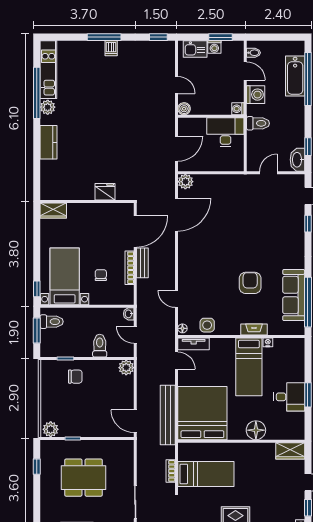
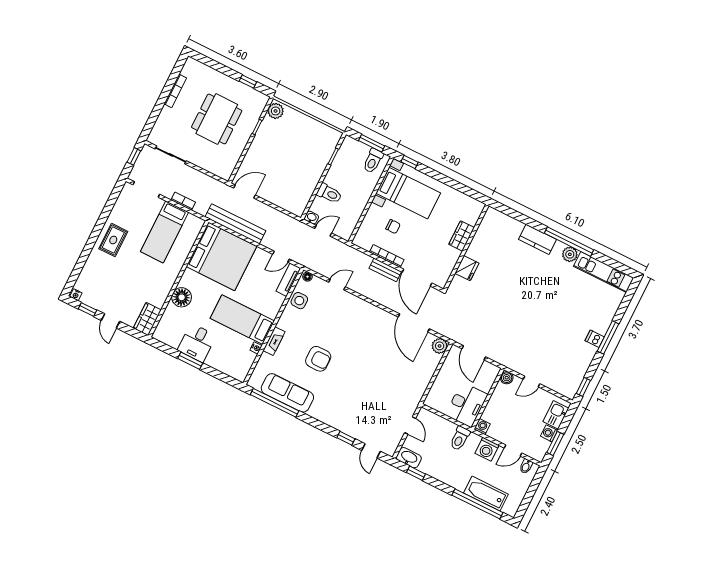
window: (37, 93) -> (569, 242), moved
wardrobe: (53, 211) -> (462, 236), moved
washbasin: (129, 314) -> (311, 218), moved
plant: (126, 368) -> (297, 208), removed
chair: (75, 377) -> (312, 157), removed

